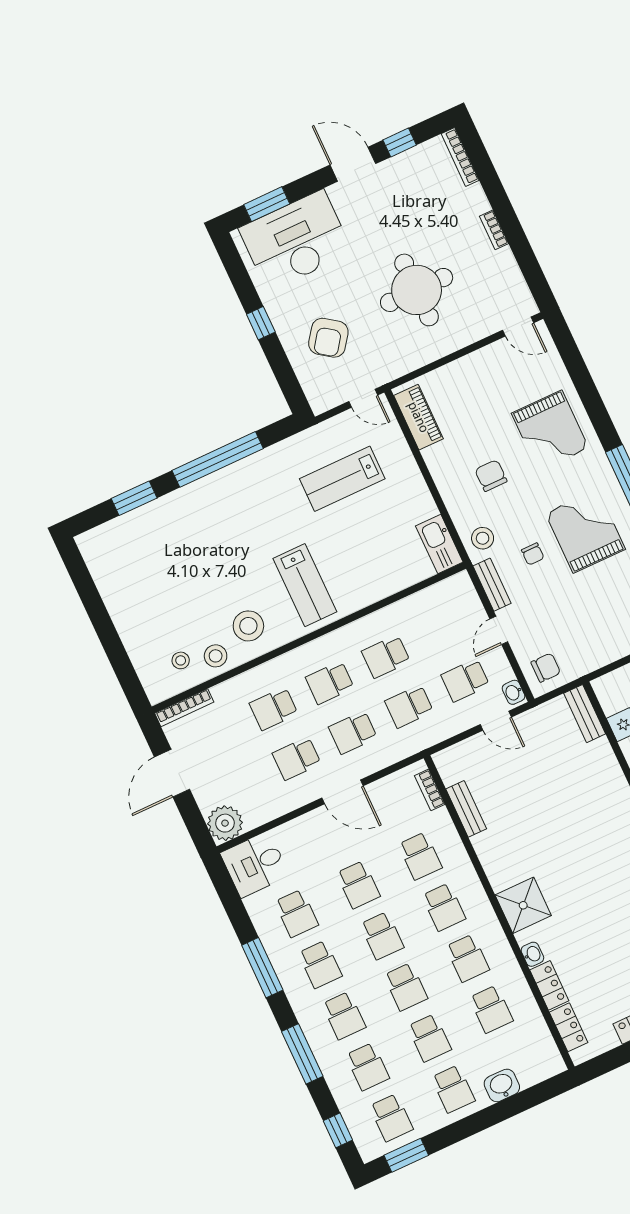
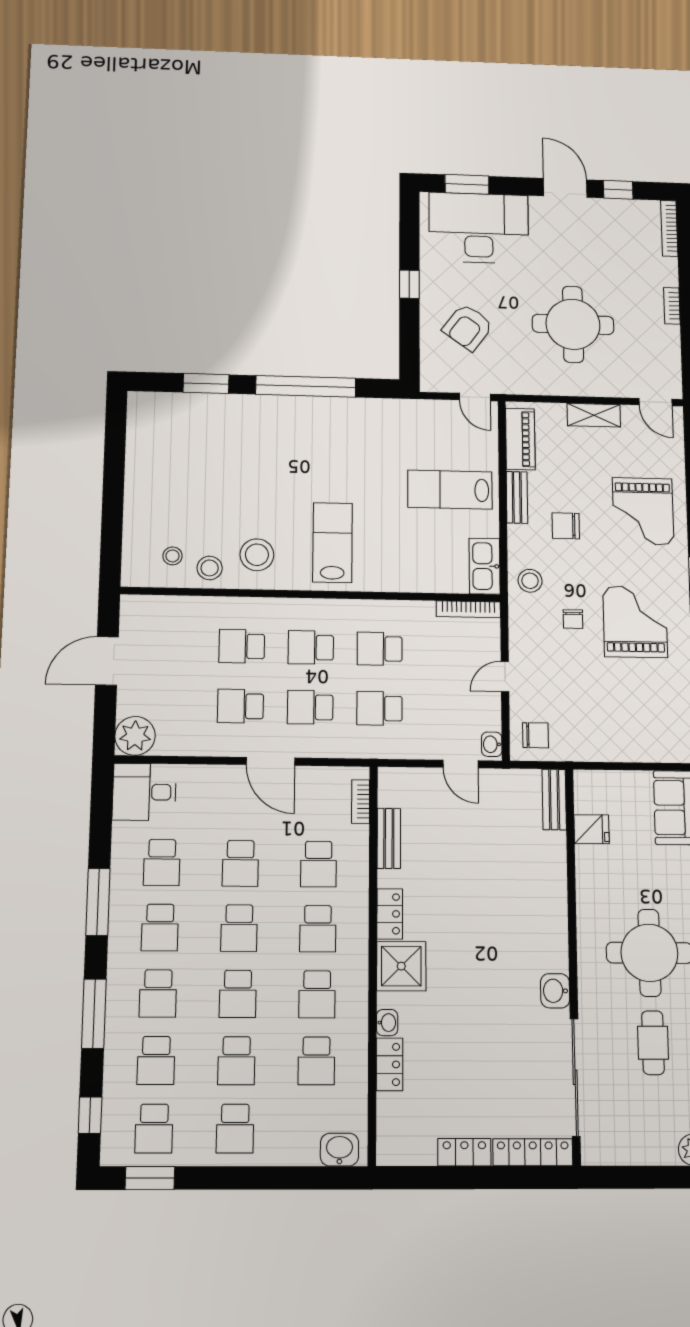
shelving: (471, 365) -> (594, 415), added
chair: (491, 476) -> (566, 526), turned -90
lab bench: (342, 479) -> (450, 490), moved
lab bench: (305, 585) -> (332, 543), turned 180
bench: (492, 585) -> (517, 497), moved
school desk: (465, 680) -> (448, 709), removed
bookcase: (184, 708) -> (468, 609), moved
locker: (569, 1027) -> (390, 914), moved
washbasin: (502, 1085) -> (339, 1150), moved

